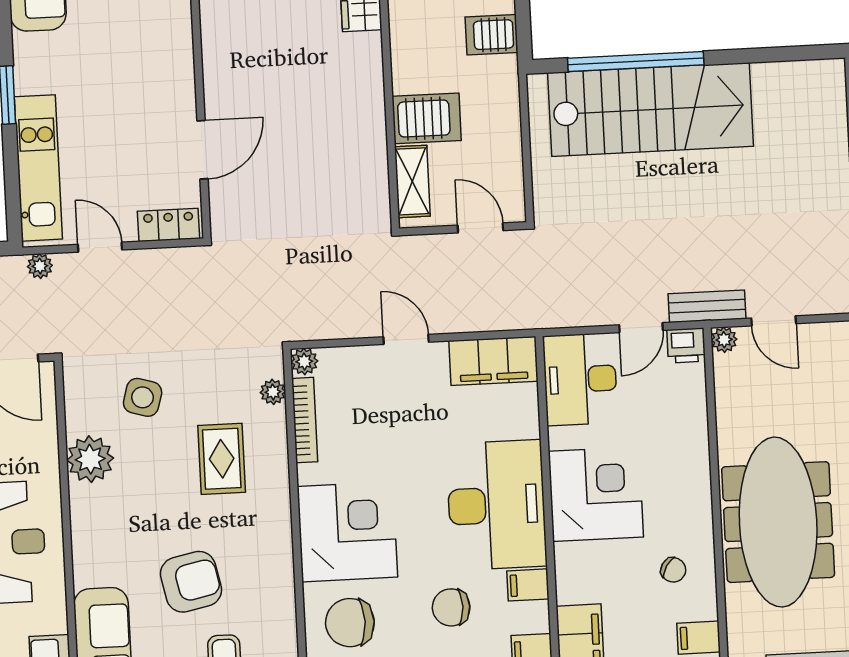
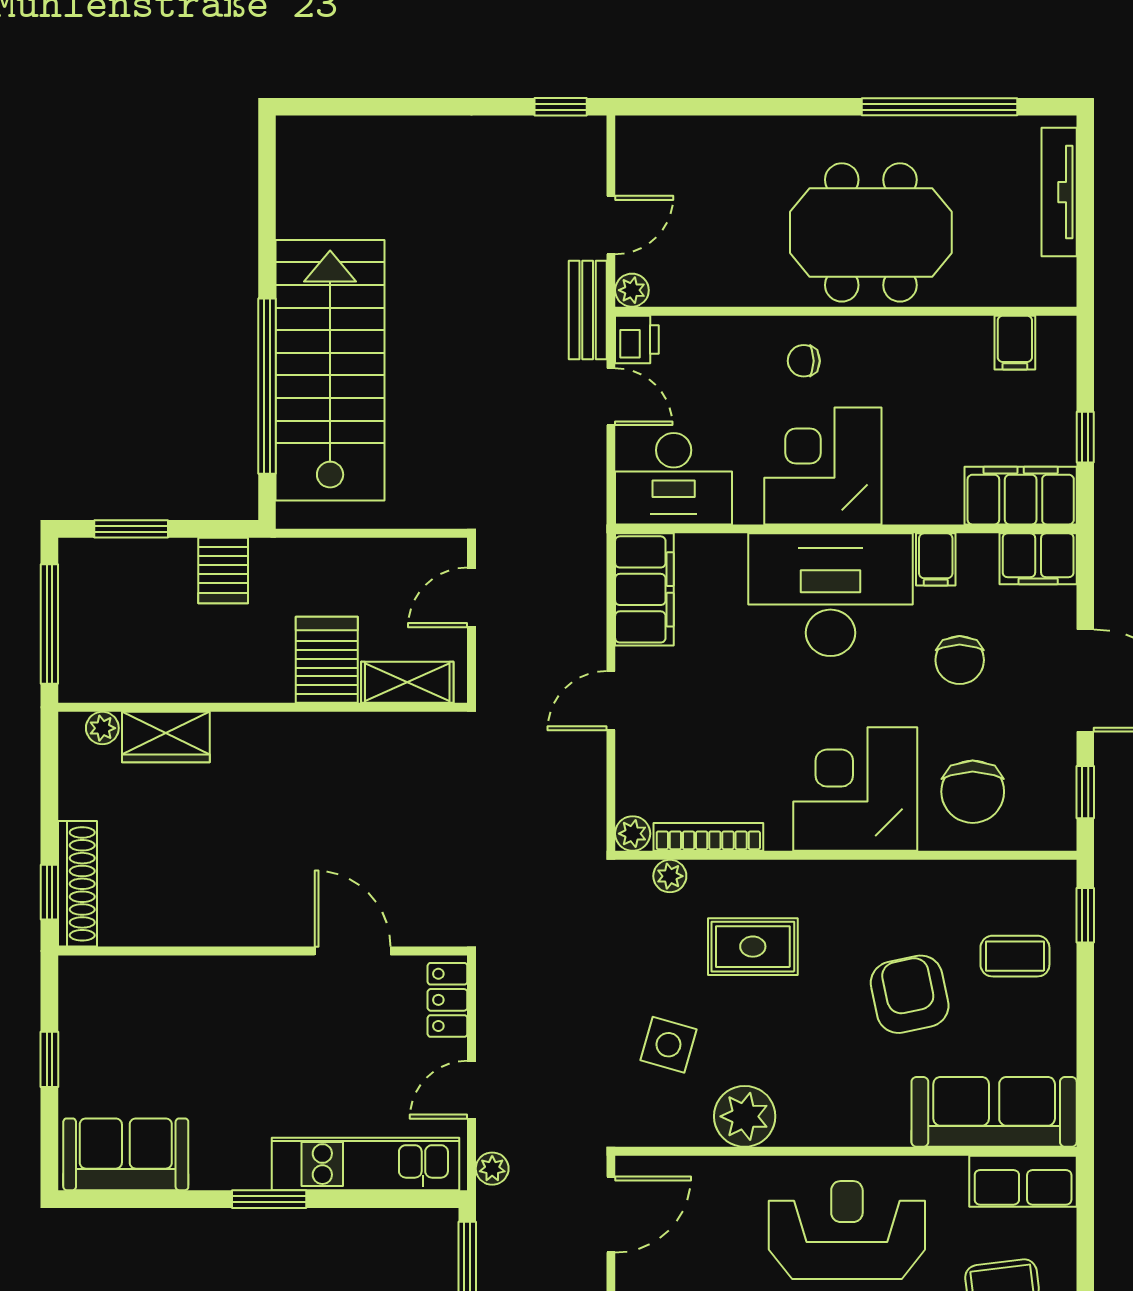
meeting table: (778, 522) -> (871, 232), width x0.73
chair: (673, 570) -> (804, 361), moved, turned -122

